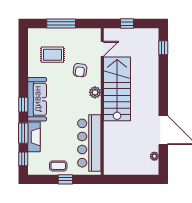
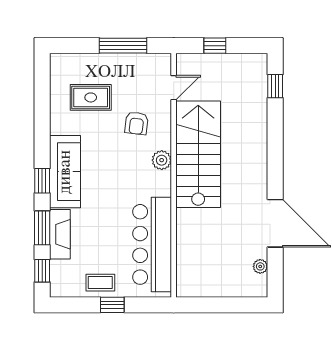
window: (61, 23) -> (123, 46), moved

